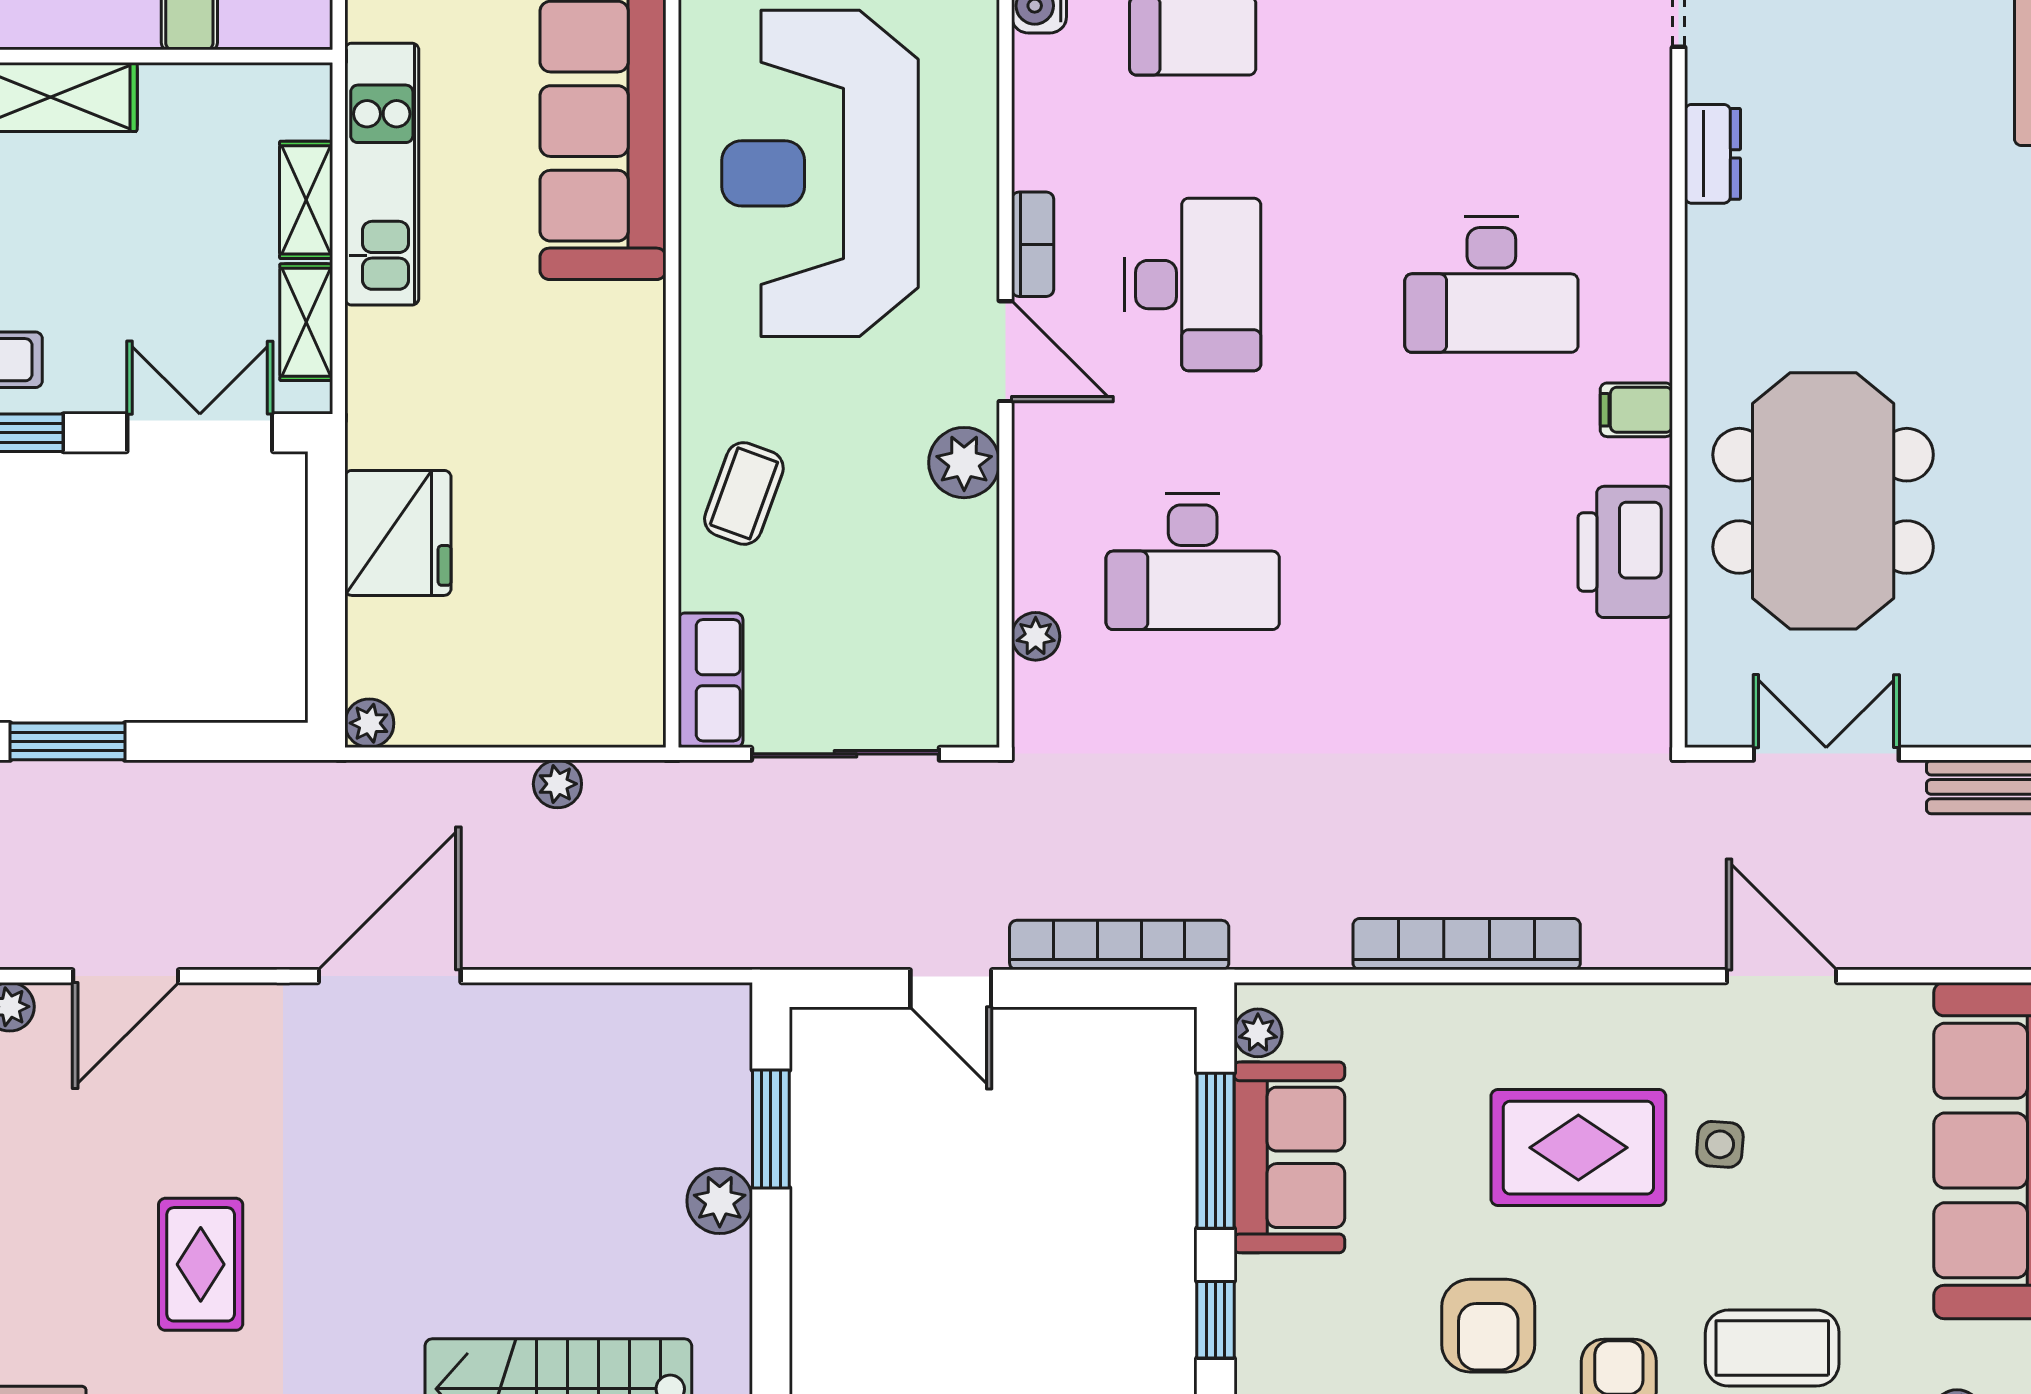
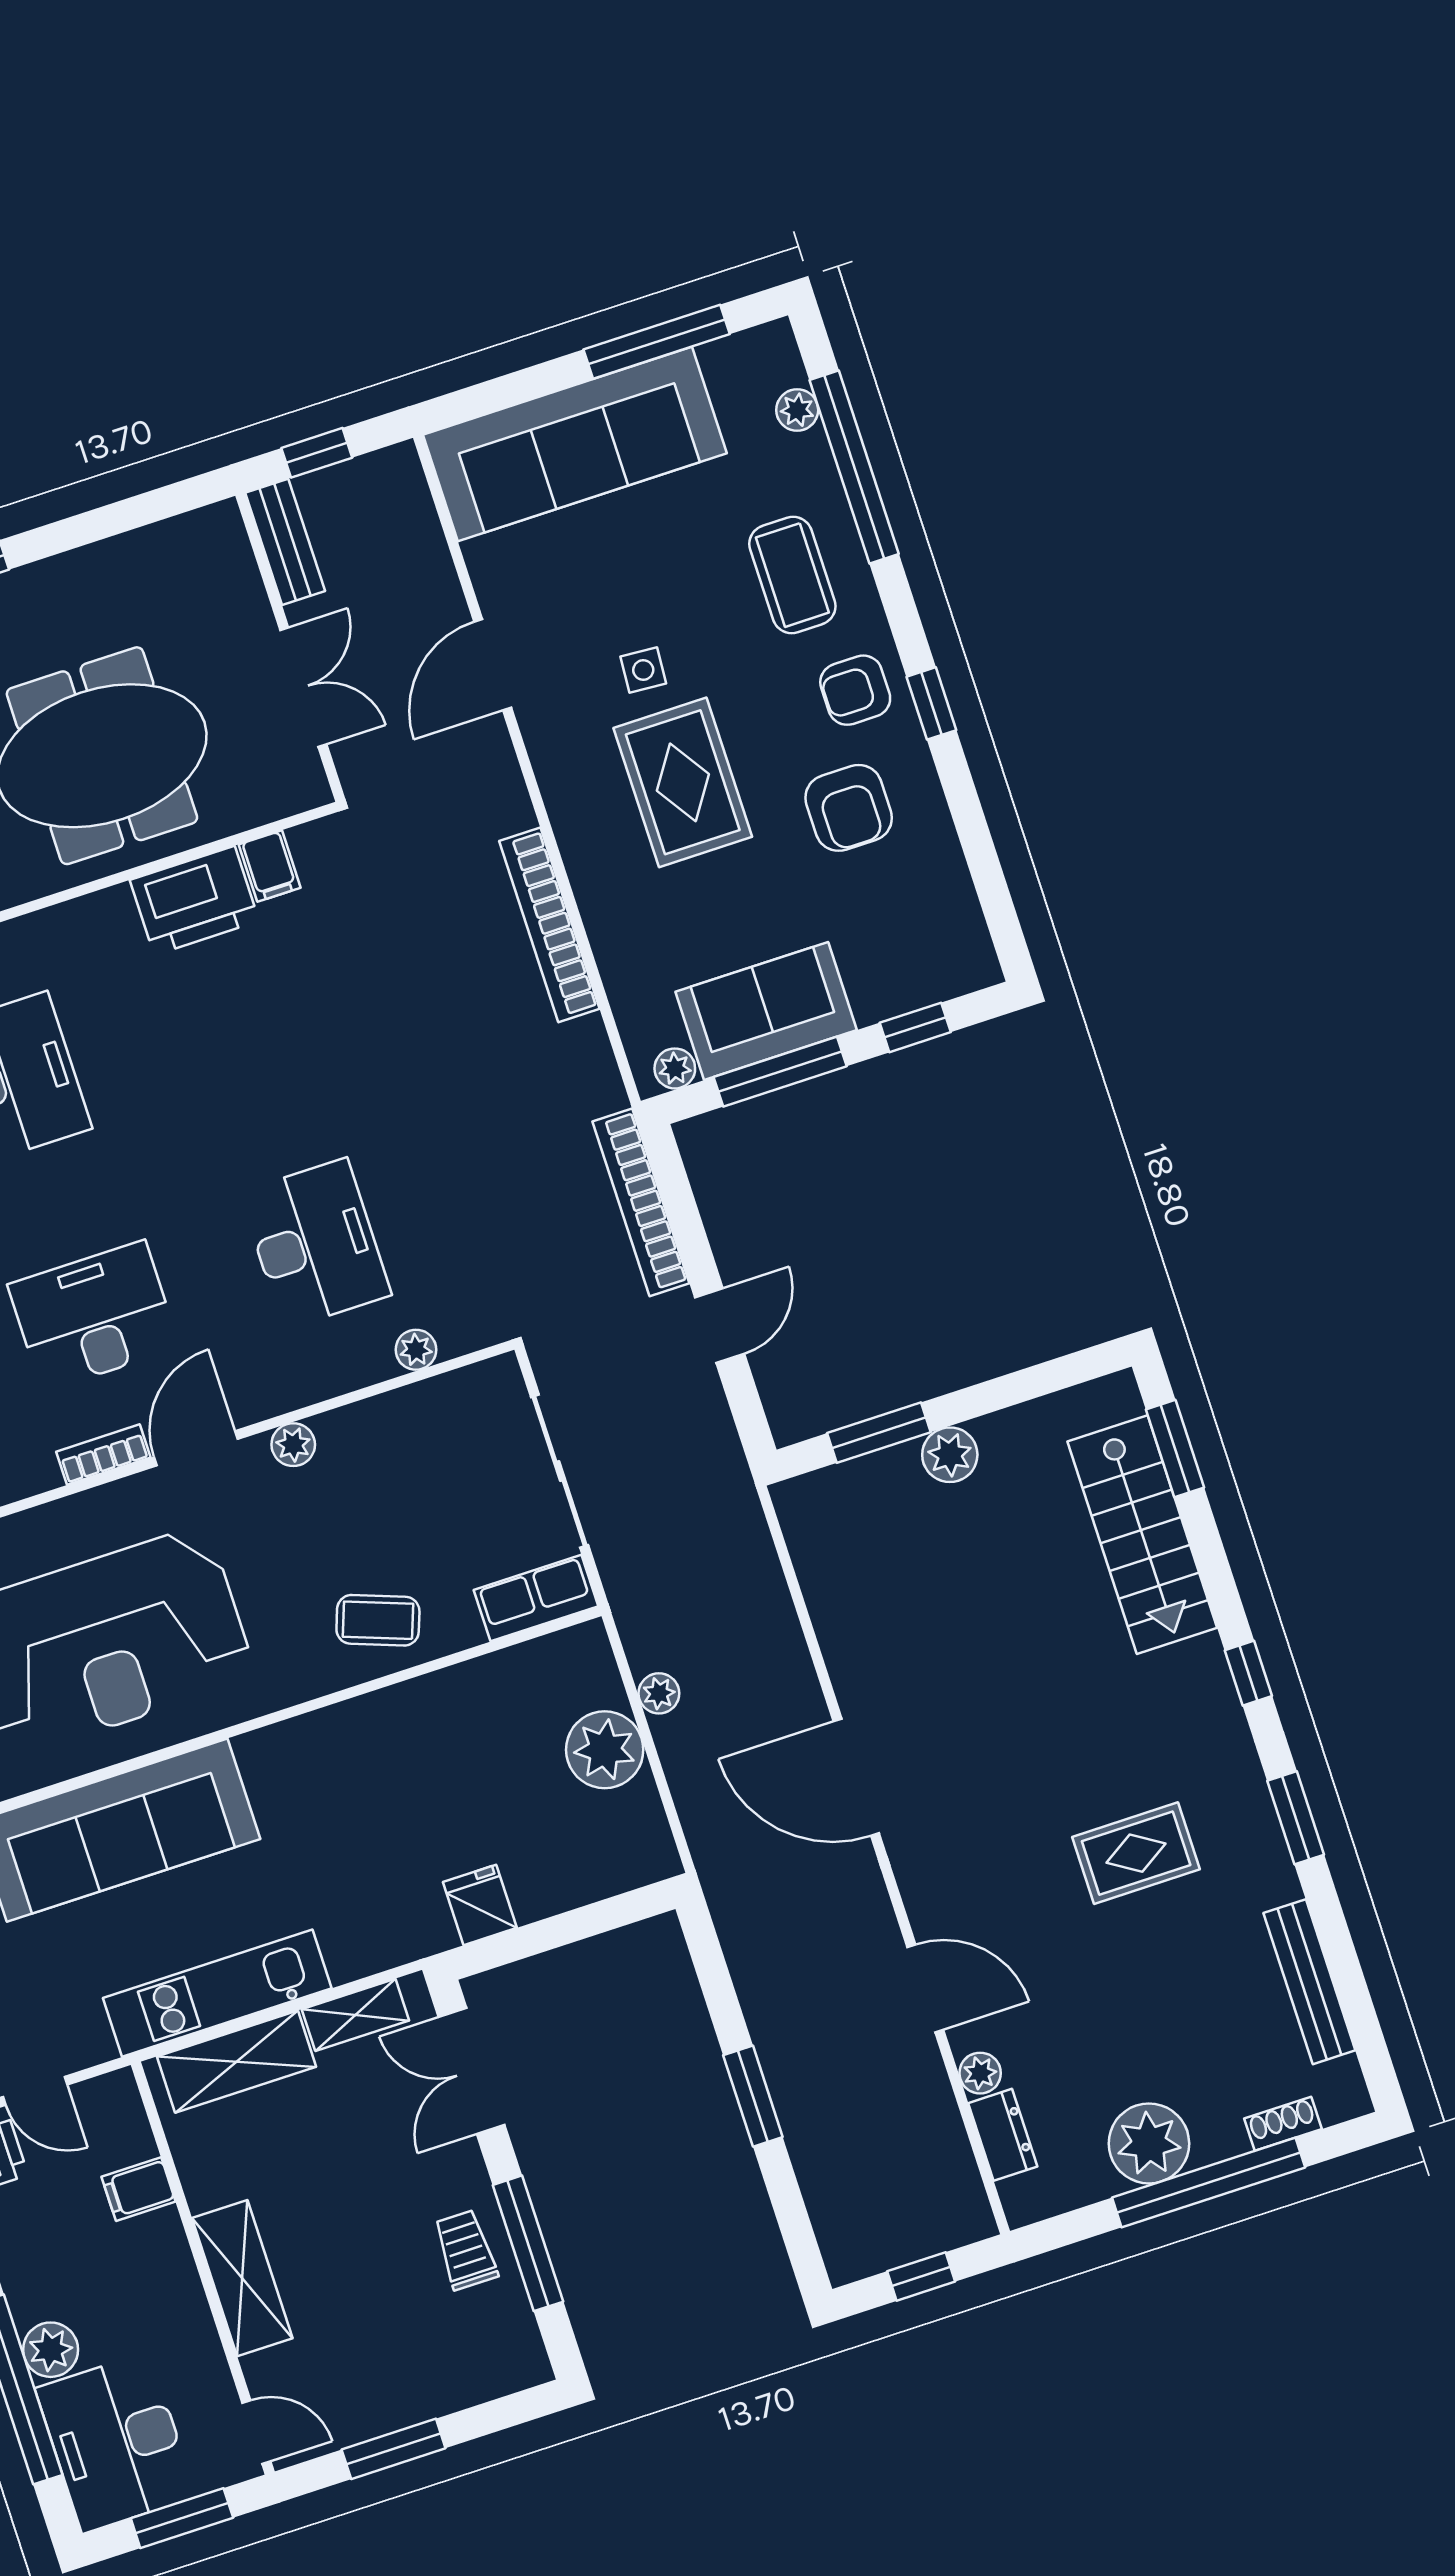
shelving: (306, 200) -> (236, 2062), width x1.50, depth x1.33
filing cabinet: (1636, 410) -> (270, 866), moved
plant: (964, 463) -> (293, 1445), width x0.73, depth x0.73
fridge: (398, 533) -> (480, 1905), width x0.53, depth x0.75
plant: (369, 723) -> (605, 1750), moved, width x1.88, depth x1.88
double door: (1826, 754) -> (303, 687), swing flipped
armchair: (1488, 1326) -> (849, 808), turned 90

